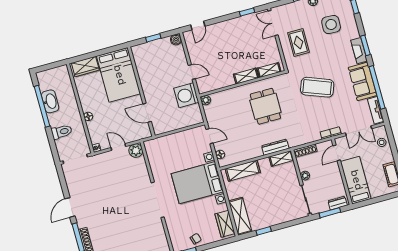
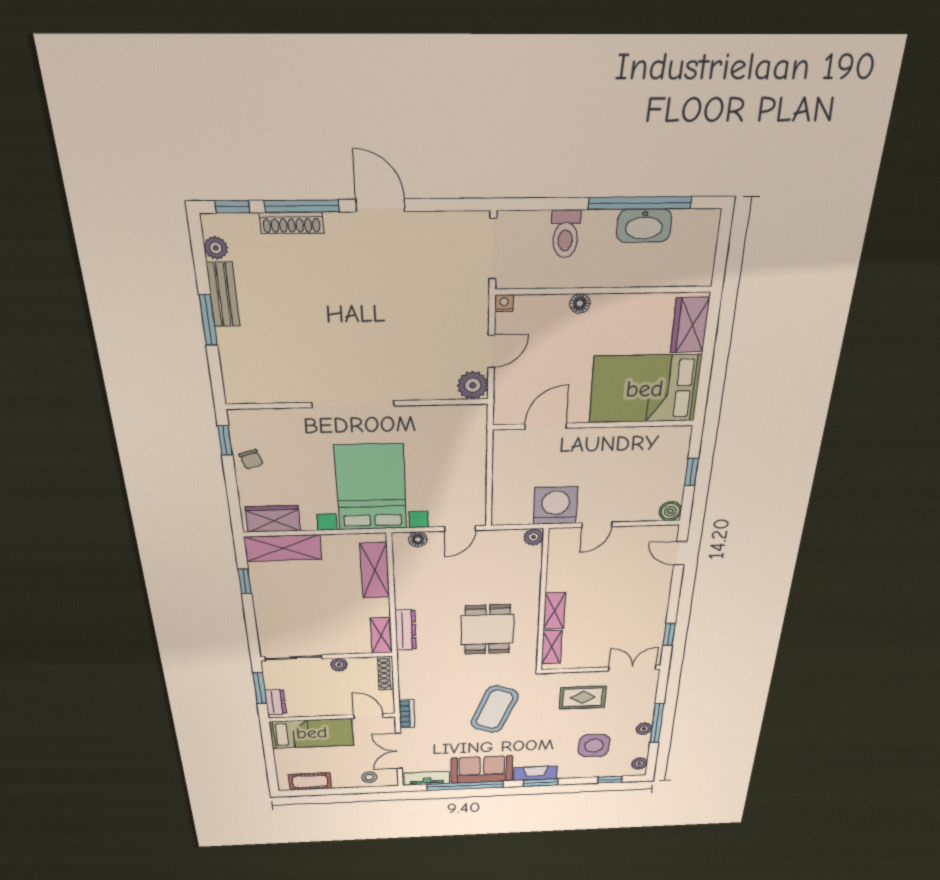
dining table: (265, 106) -> (487, 630), turned 90

